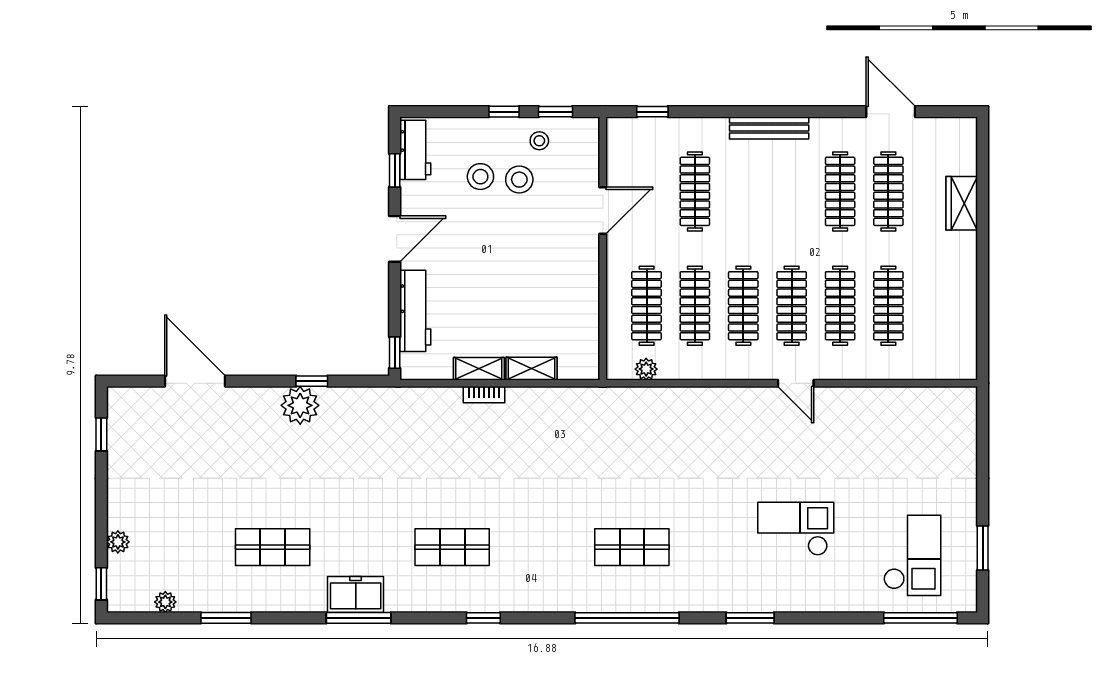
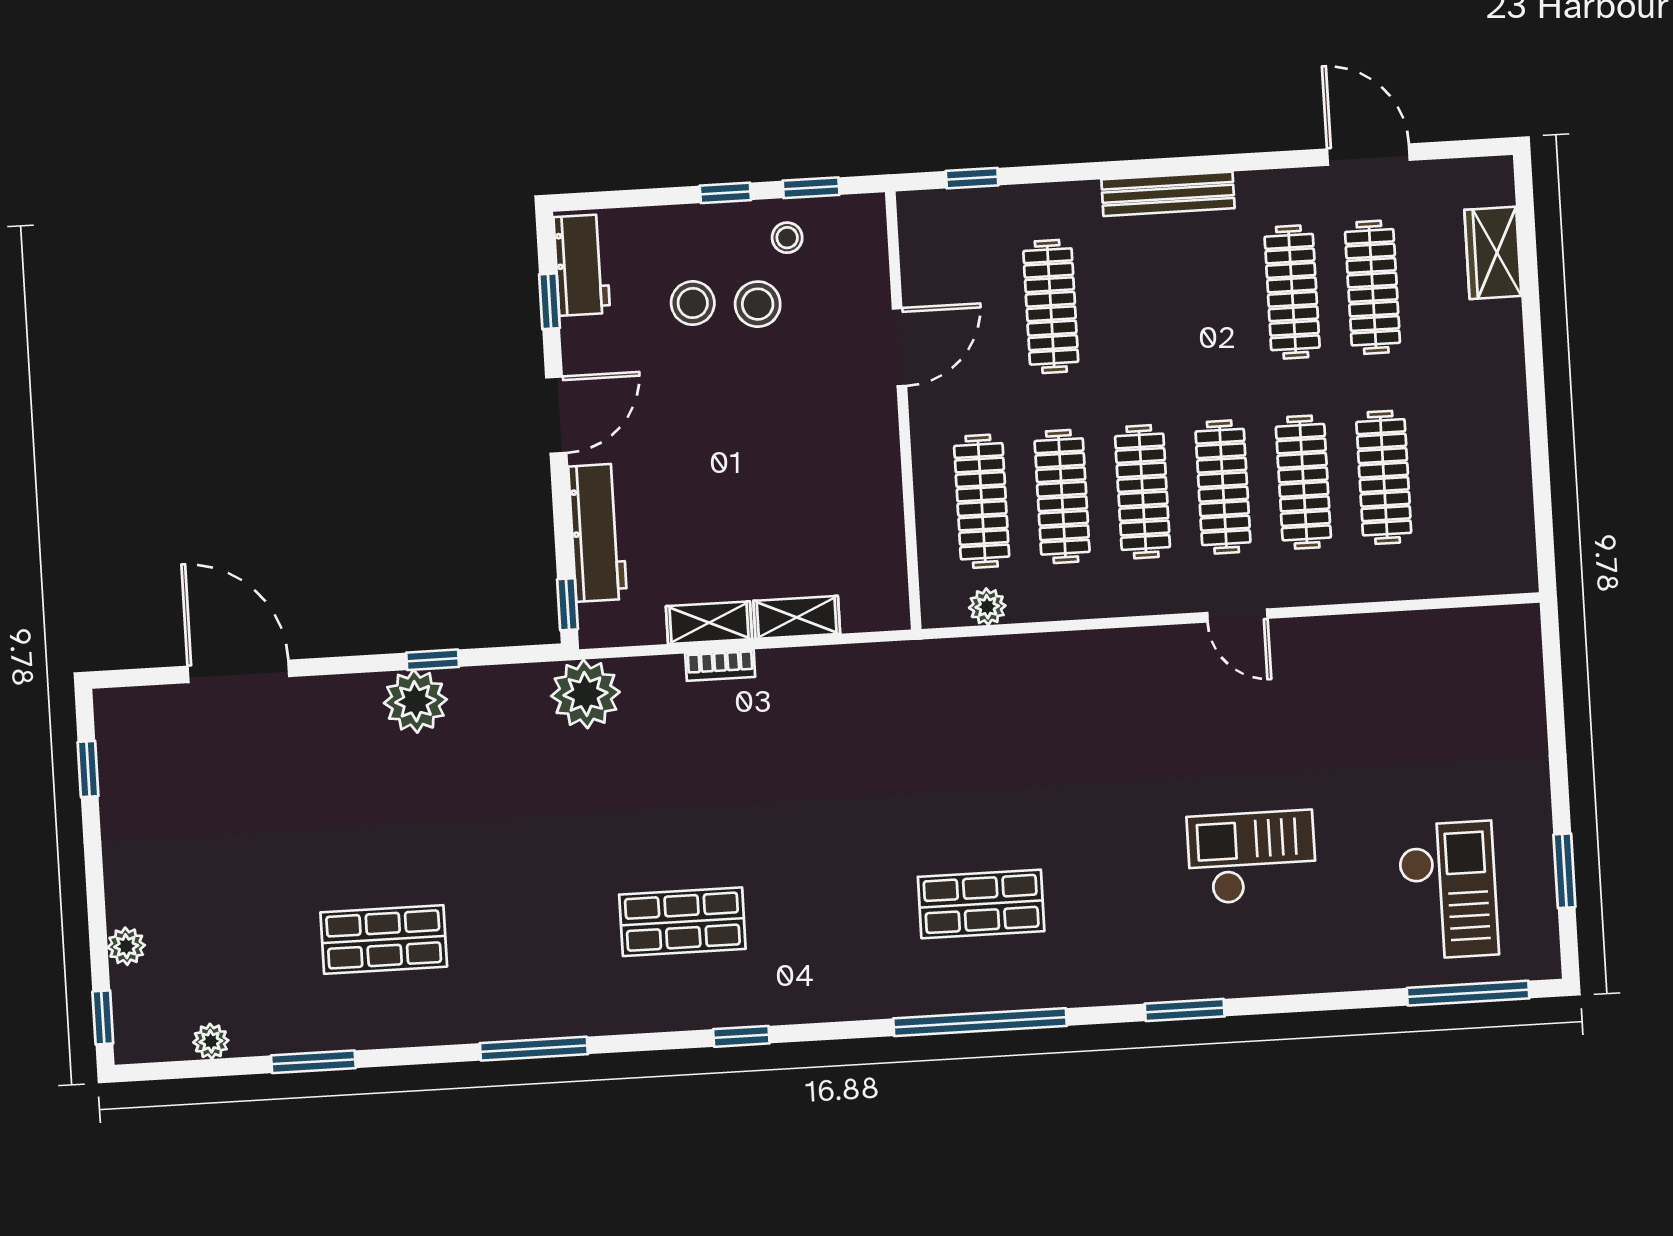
wardrobe: (962, 203) -> (1493, 253), moved
plant: (402, 407) -> (585, 694), added
freezer: (356, 594) -> (526, 1010), removed

